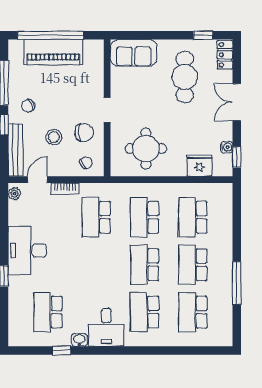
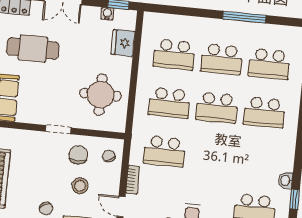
desk: (106, 327) -> (276, 152), removed

